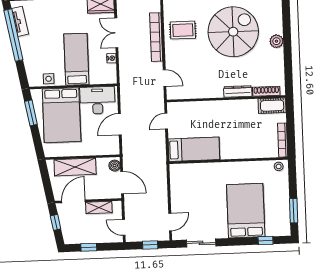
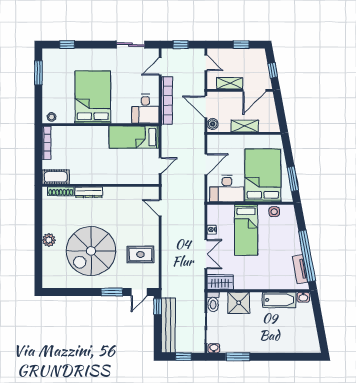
bookcase: (156, 37) -> (167, 100), moved
shelving: (75, 167) -> (245, 126), width x0.67, depth x0.75
desk: (183, 178) -> (145, 109), added
bed: (246, 211) -> (93, 97), moved, turned 180

